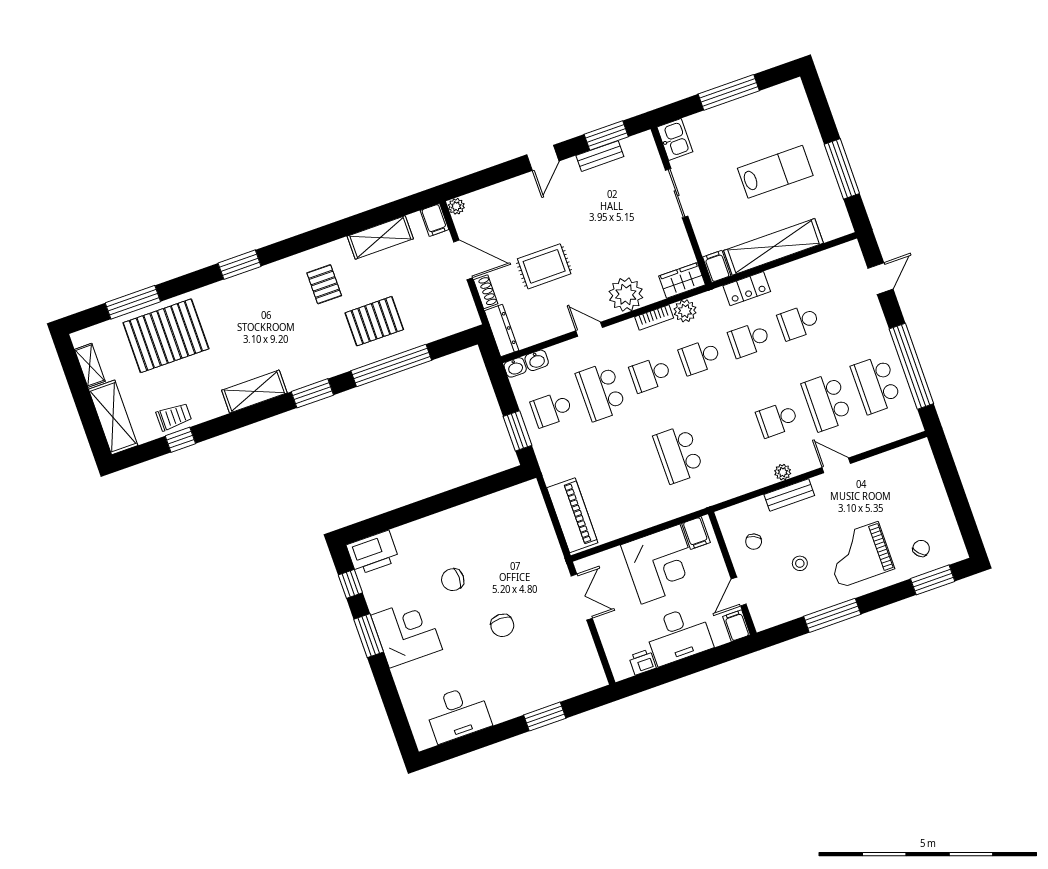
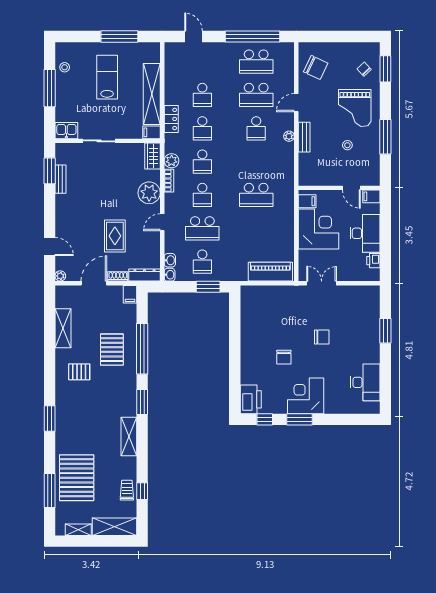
stool: (768, 104) -> (65, 67), added
door: (543, 158) -> (50, 247), moved
filing cabinet: (434, 220) -> (130, 294), moved, turned 90
chair: (754, 542) -> (316, 67), moved, width x1.87, depth x1.87

